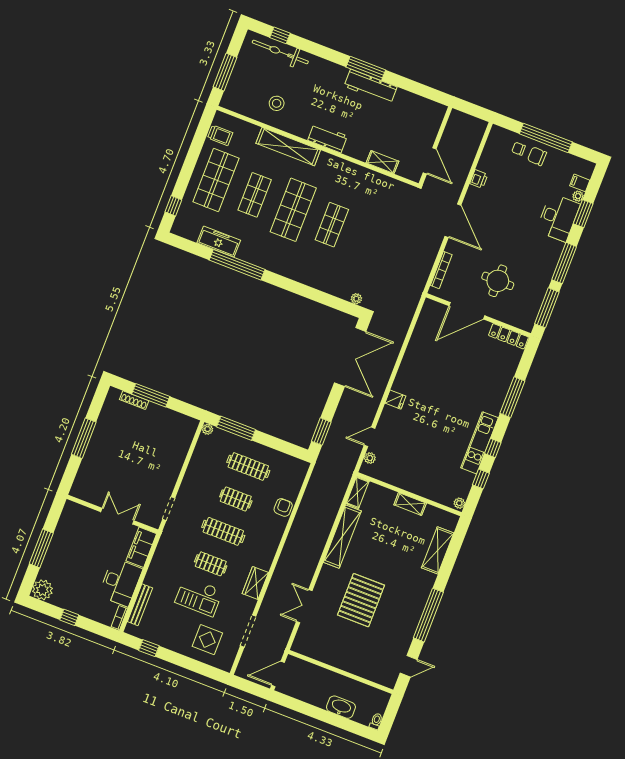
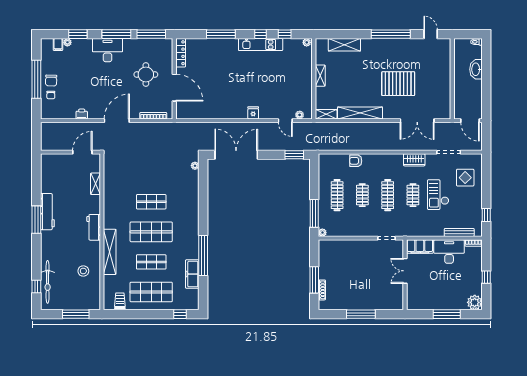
desk: (558, 218) -> (107, 50), moved
checkout: (199, 596) -> (438, 195), turned 180
double door: (304, 606) -> (417, 121), width x1.37

